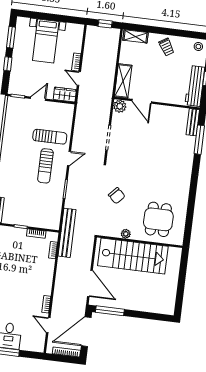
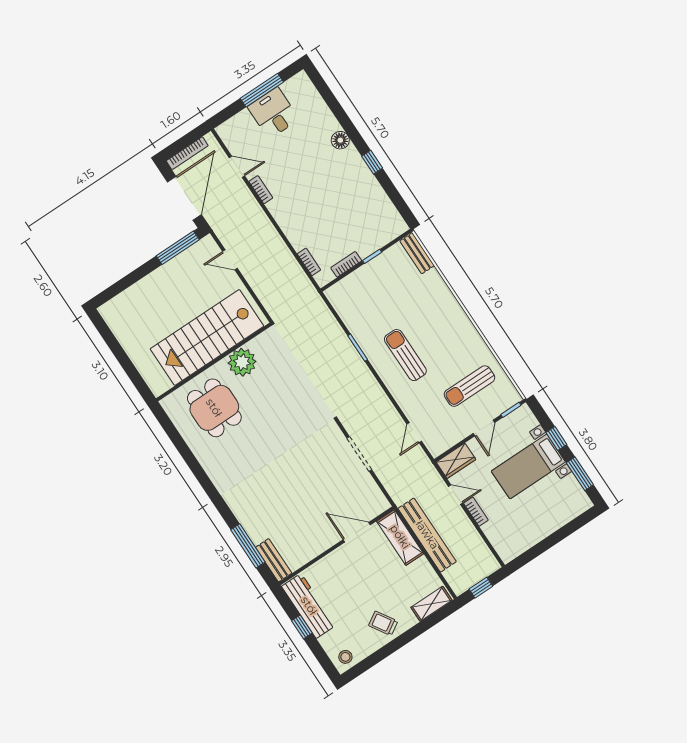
bed with nightstands: (46, 41) -> (528, 466), moved, turned -90
plant: (120, 106) -> (378, 504), removed
sun lounger: (50, 137) -> (469, 386), moved
door: (69, 159) -> (414, 433), moved
chair: (117, 196) -> (289, 393), removed
bench: (67, 233) -> (427, 535), moved
plant: (126, 234) -> (242, 362), width x1.87, depth x1.87
door: (90, 284) -> (230, 260), width x0.53

